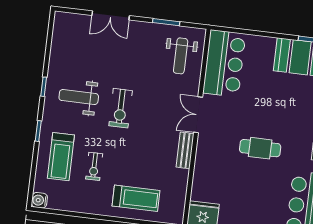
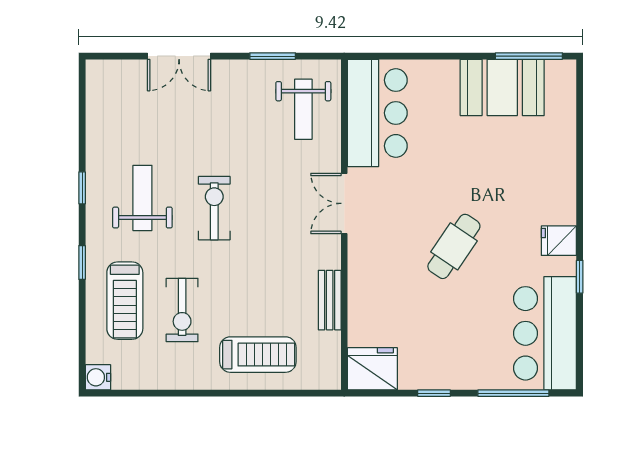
weight bench: (79, 97) -> (142, 198), turned 90
exercise bike: (121, 108) -> (214, 208), turned 180
cafe table: (260, 148) -> (454, 246), turned -56
bench: (185, 150) -> (330, 300), moved
exercise bike: (94, 166) -> (182, 310), width x1.38, depth x1.39

